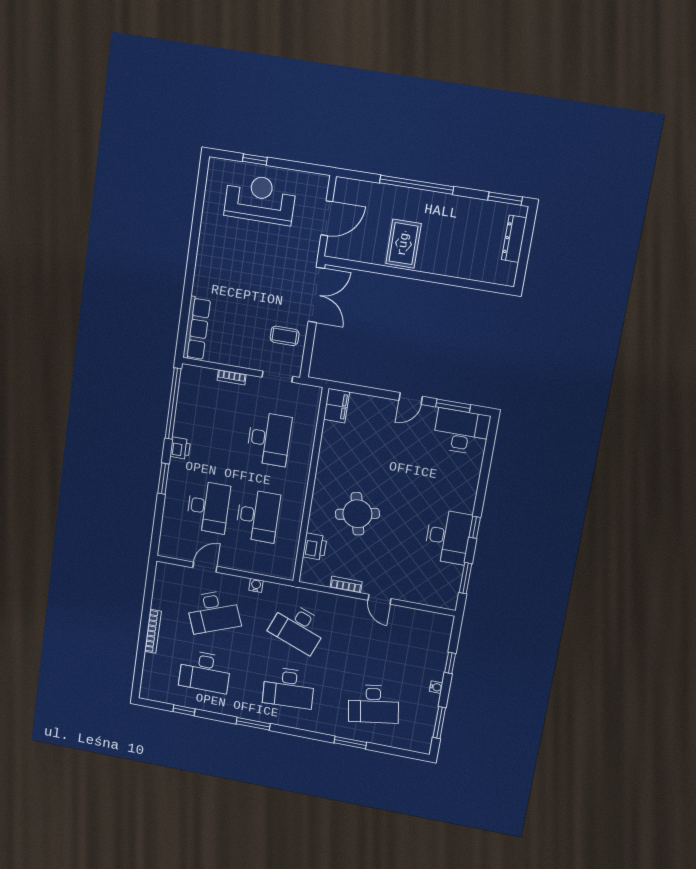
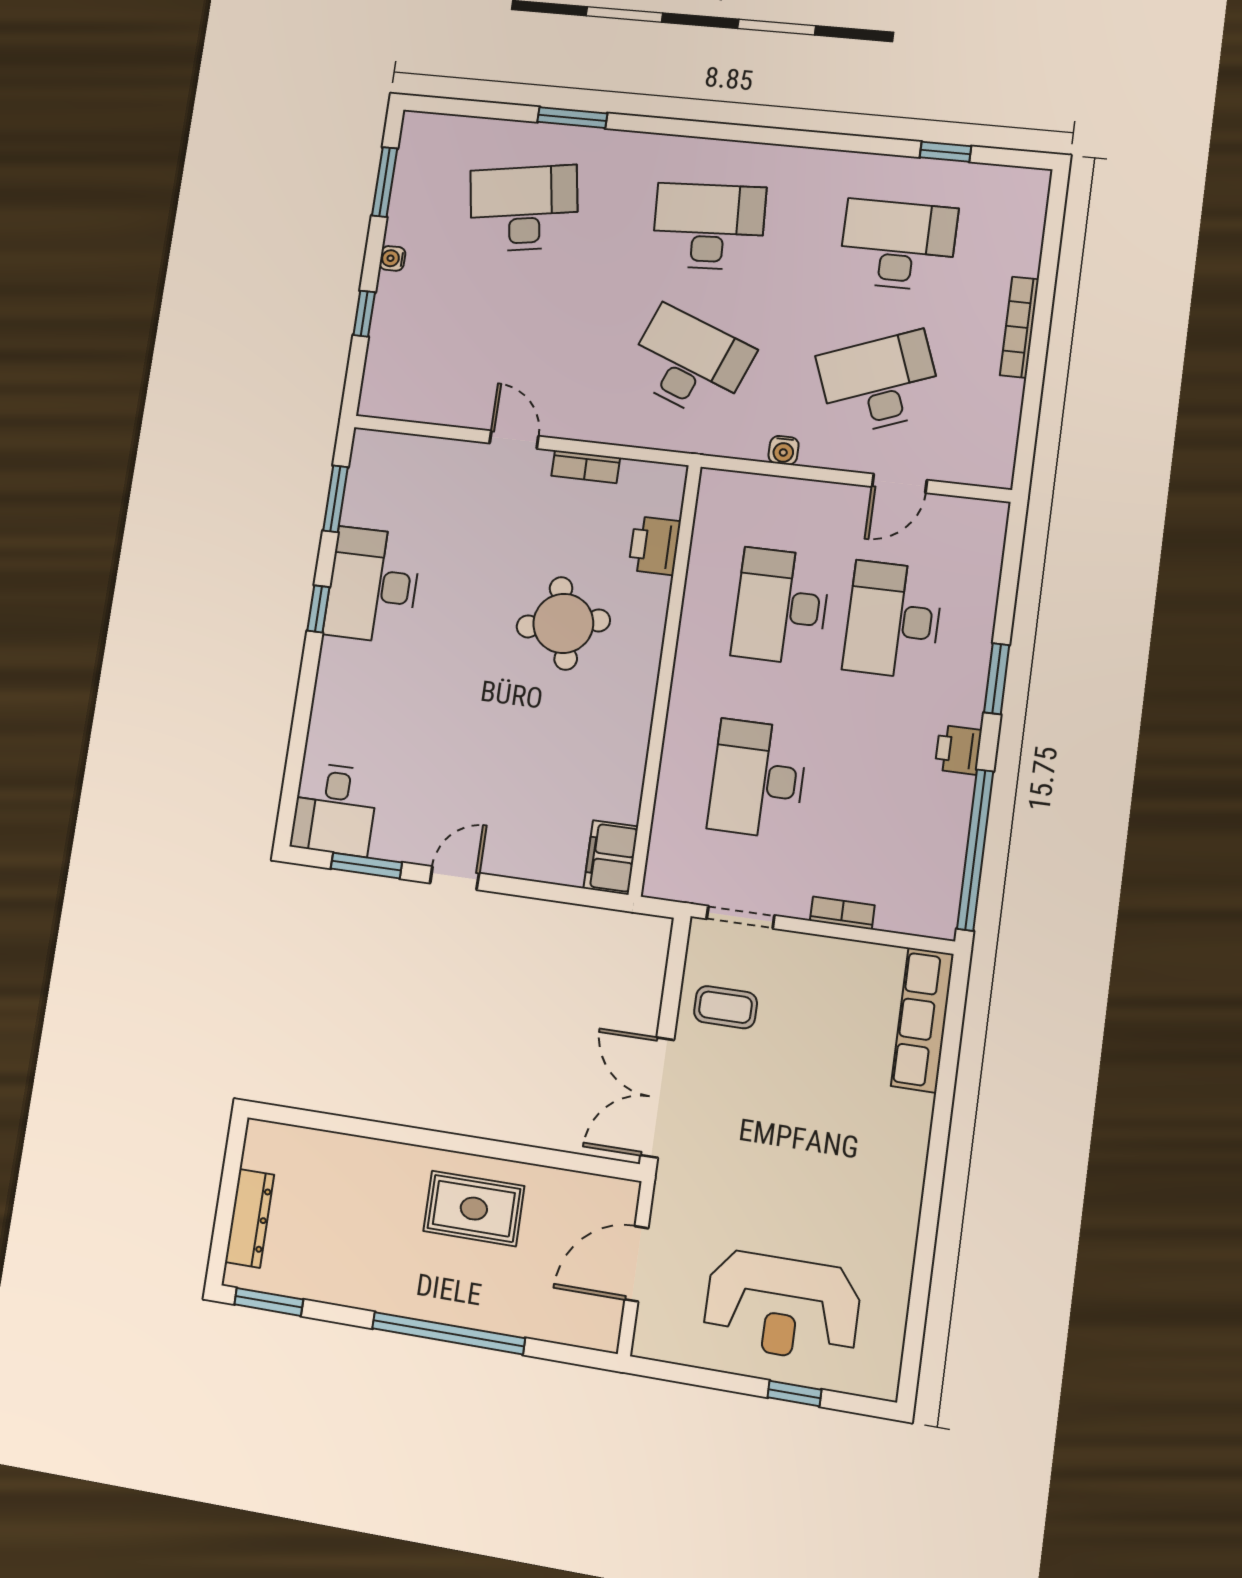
rug: (403, 244) -> (474, 1209), turned 90
desk: (461, 432) -> (334, 809), width x0.73
window: (253, 724) -> (787, 137), removed

